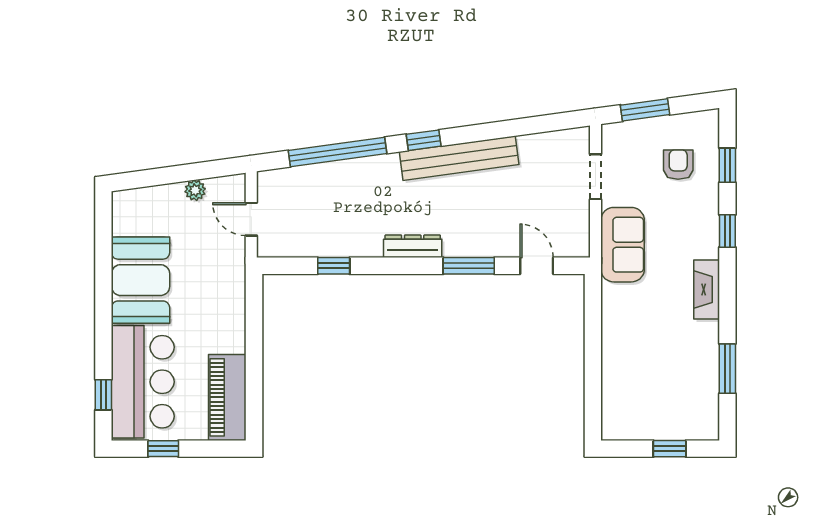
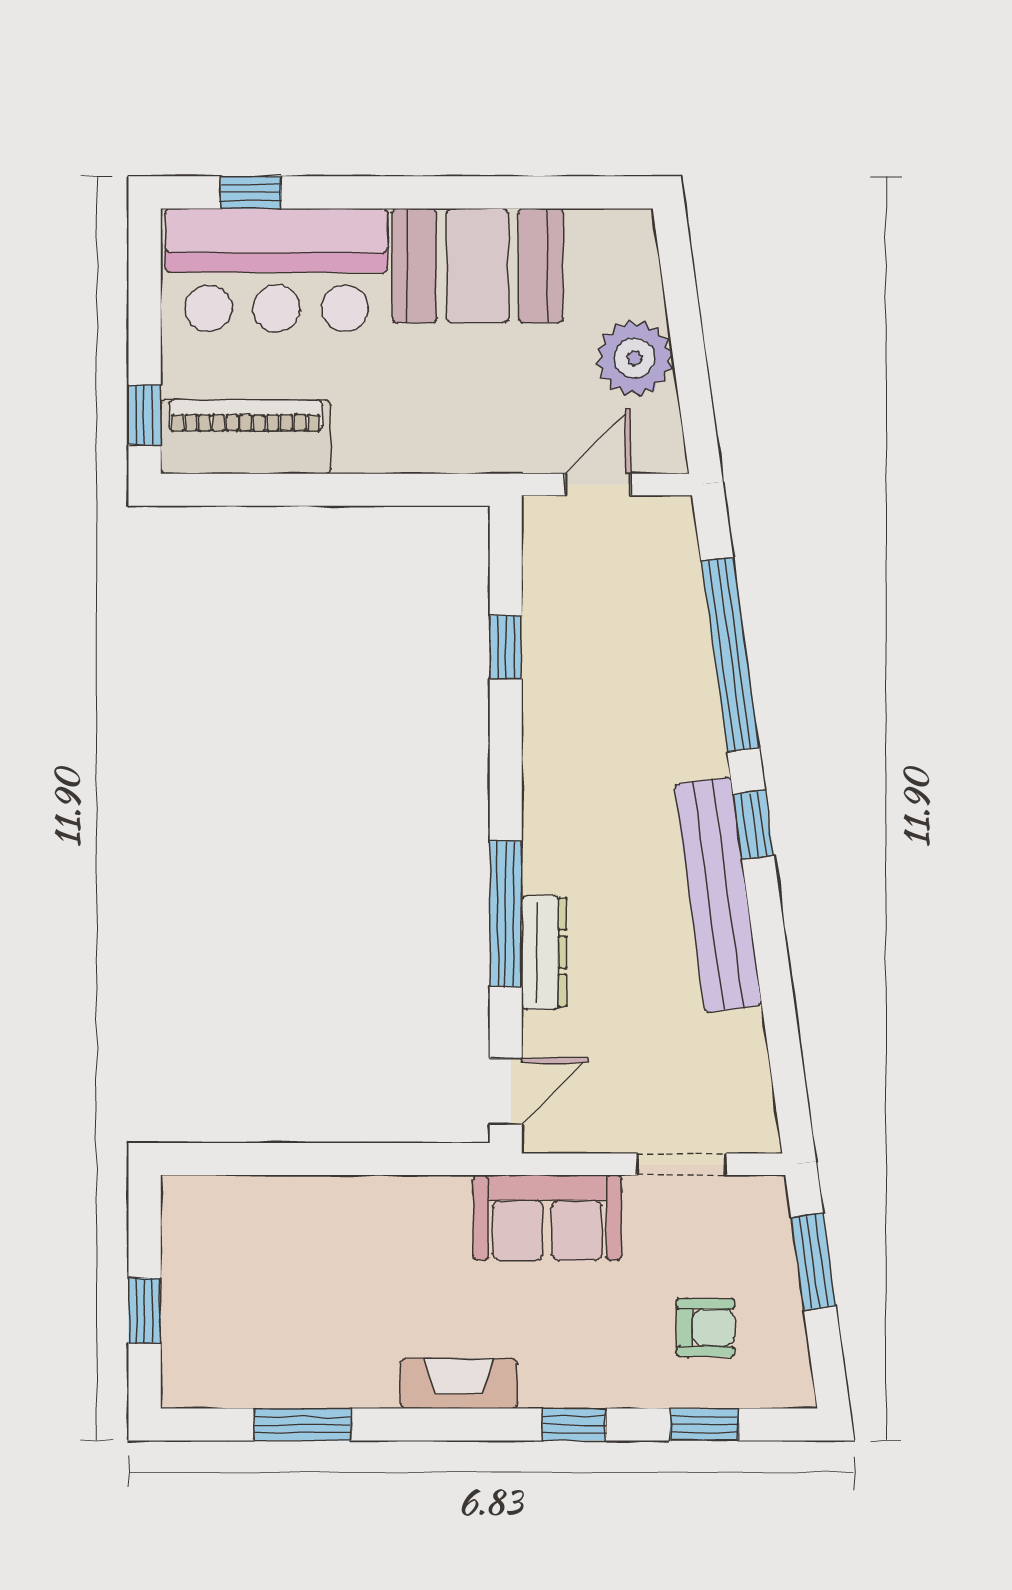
plant: (195, 190) -> (635, 358), width x1.88, depth x1.88
dresser: (413, 246) -> (544, 952), moved
window: (469, 266) -> (506, 914), width x1.44
door: (537, 266) -> (506, 1091), moved
window: (163, 449) -> (145, 415), moved

